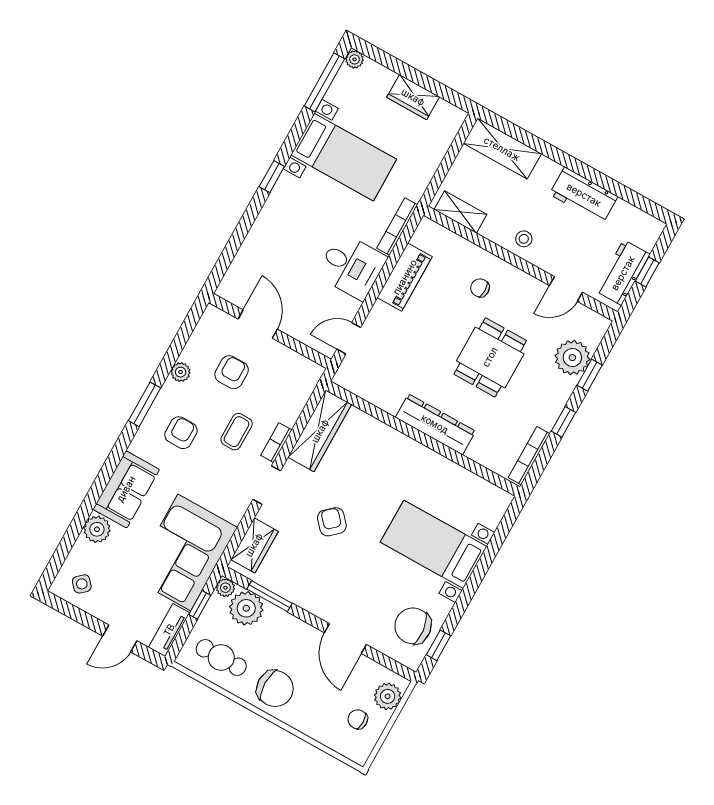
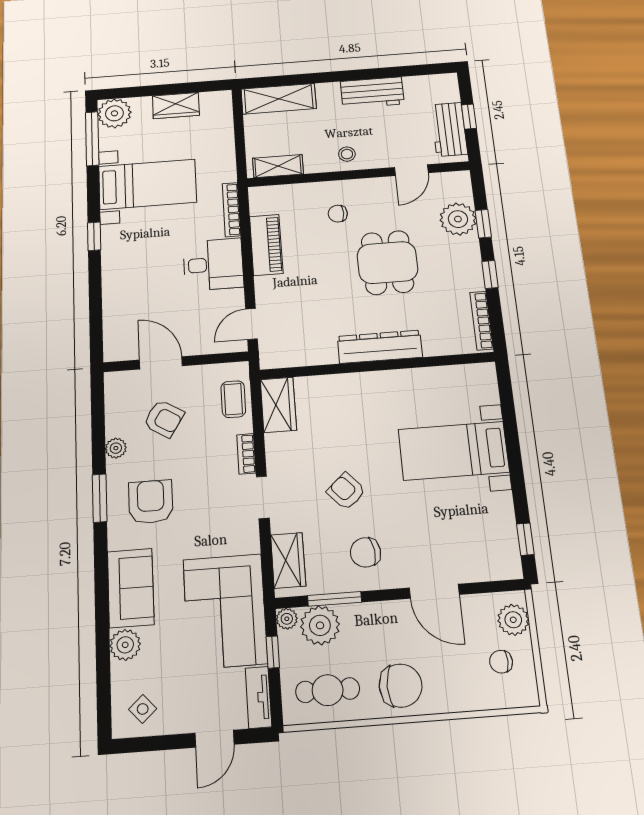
plant: (355, 59) -> (114, 113), width x1.87, depth x1.87
armchair: (232, 372) -> (164, 419), turned 122
wardrobe: (320, 431) -> (278, 405), width x0.67
coffee table: (237, 432) -> (233, 399), moved
armchair: (181, 433) -> (151, 502), width x1.38, depth x1.38
chair: (413, 626) -> (365, 552), moved, width x0.73, depth x0.73

